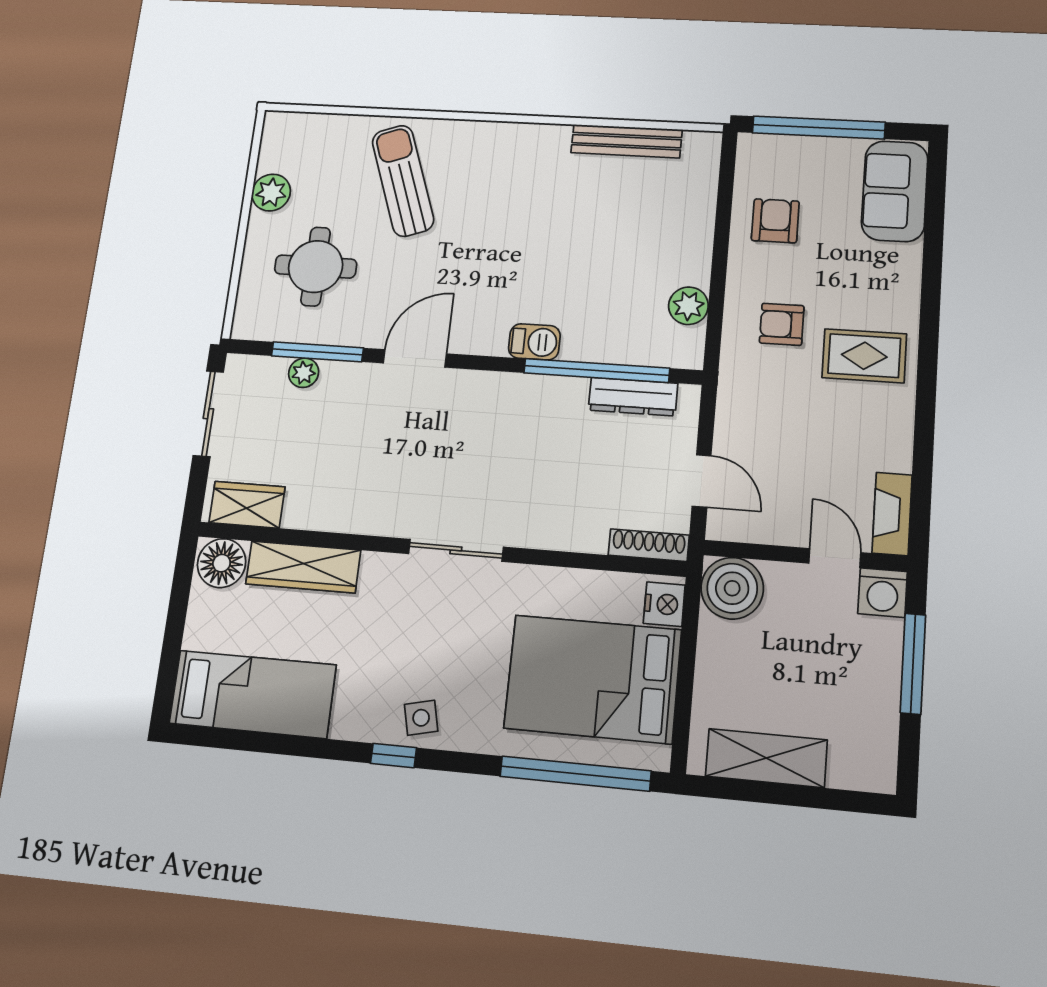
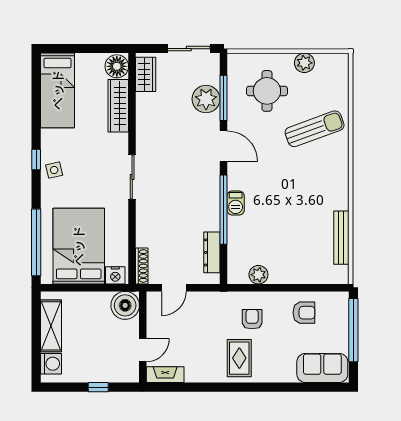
window: (596, 371) -> (223, 210), moved
plant: (304, 373) -> (206, 99), width x1.88, depth x1.88
washing machine: (883, 593) -> (51, 364), moved, turned 180
window: (913, 664) -> (98, 387), width x0.46

